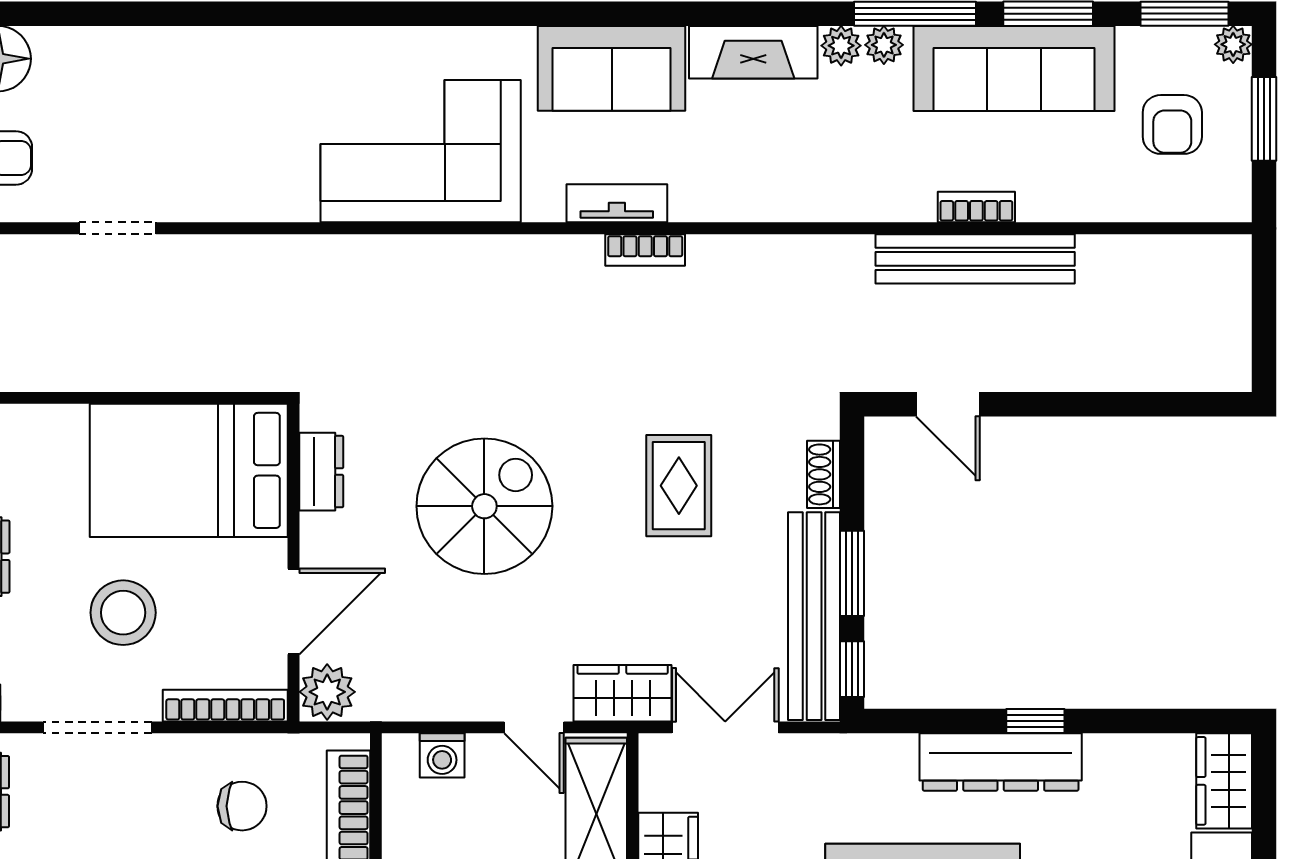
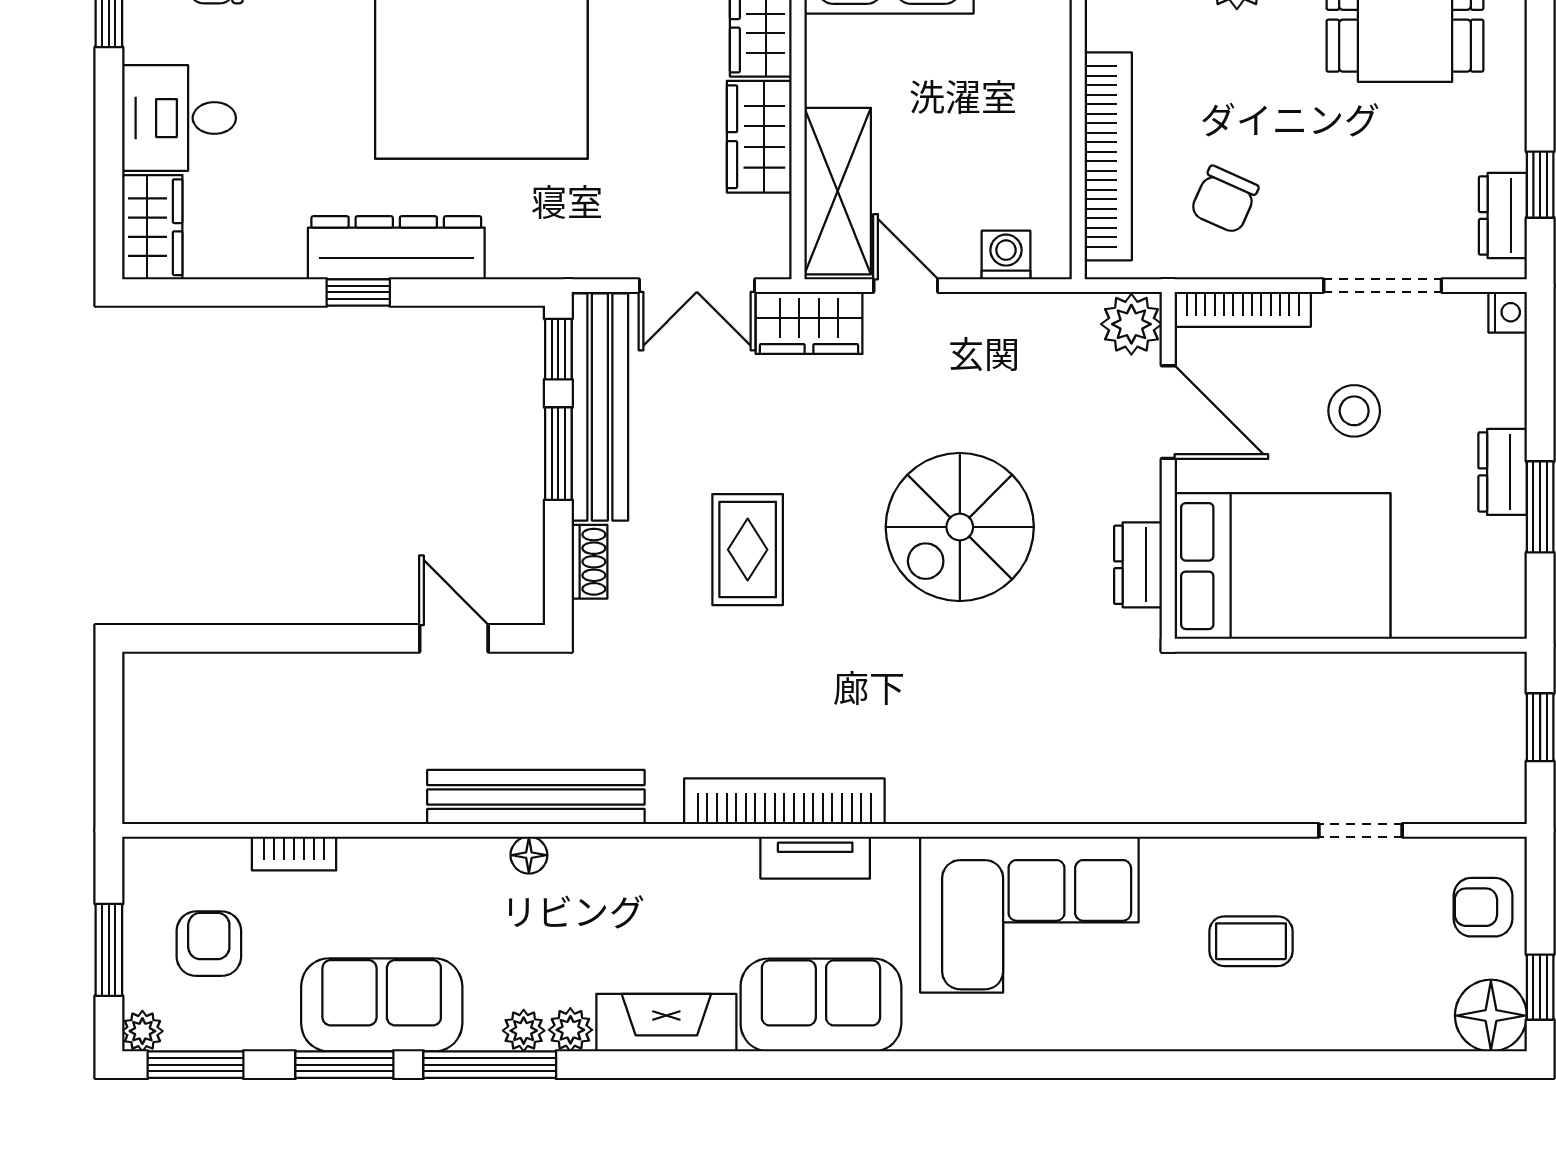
sofa: (1014, 68) -> (382, 1005), width x0.73
coffee table: (218, 127) -> (1251, 941), added
floor lamp: (879, 206) -> (529, 855), added
bookcase: (976, 207) -> (294, 854), moved
bookcase: (645, 250) -> (784, 801), width x2.31, depth x1.31
bench: (975, 259) -> (536, 797), moved
door: (293, 611) -> (1168, 412), swing flipped
stool: (123, 613) -> (1354, 411), width x0.73, depth x0.73
chair: (242, 806) -> (1224, 200), turned -66

